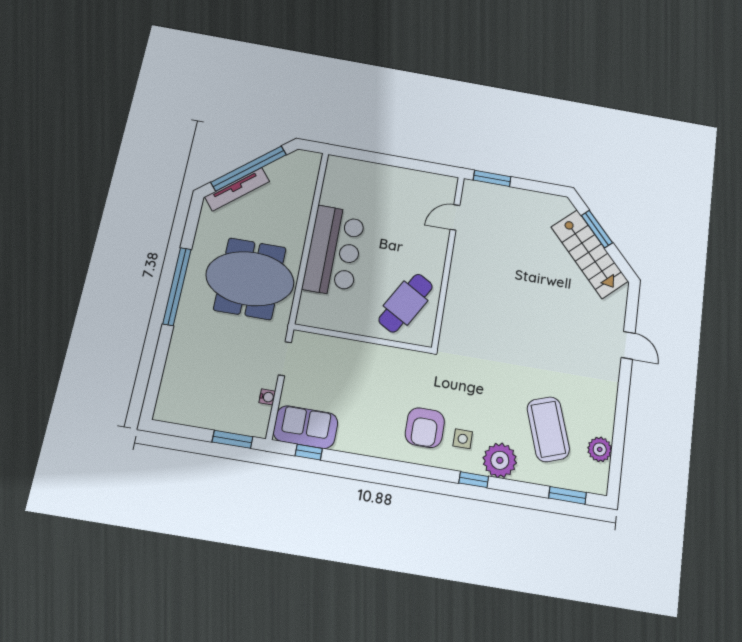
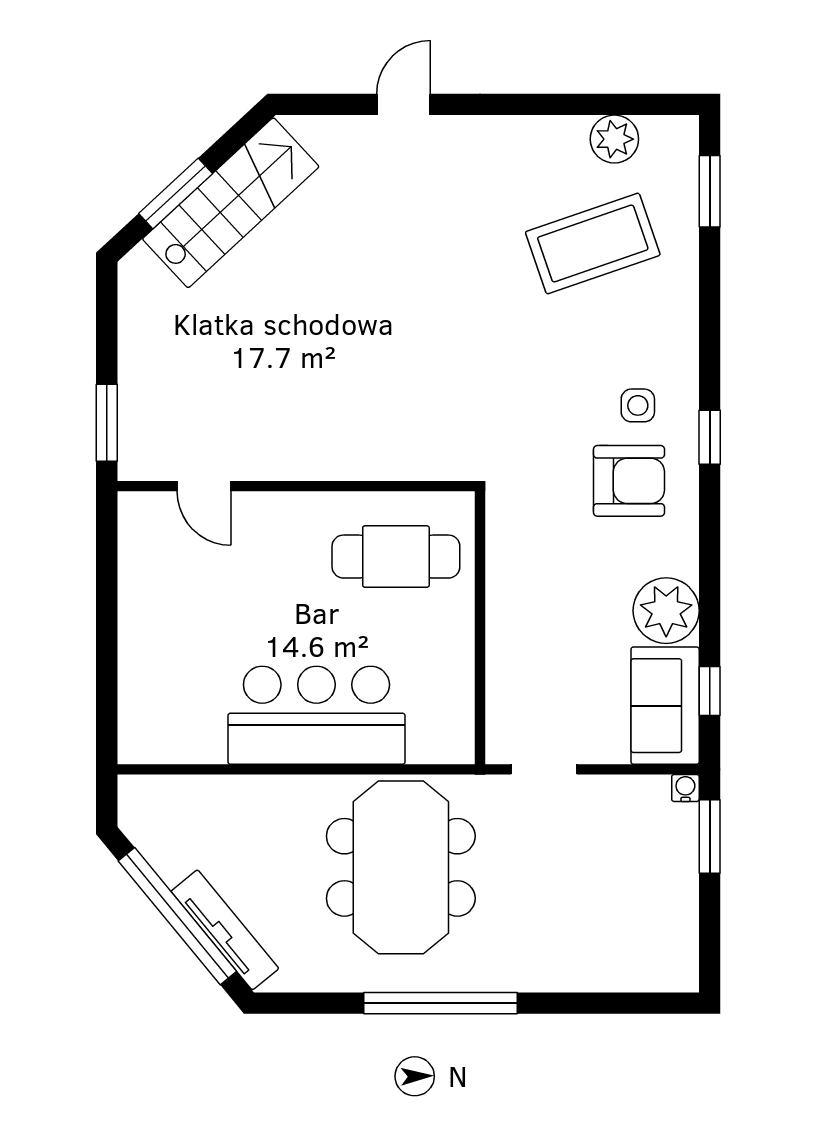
cafe table: (406, 303) -> (396, 557), turned -30
water cooler: (267, 397) -> (685, 788), moved
plant: (500, 460) -> (666, 611), moved
window: (474, 480) -> (710, 437), moved

